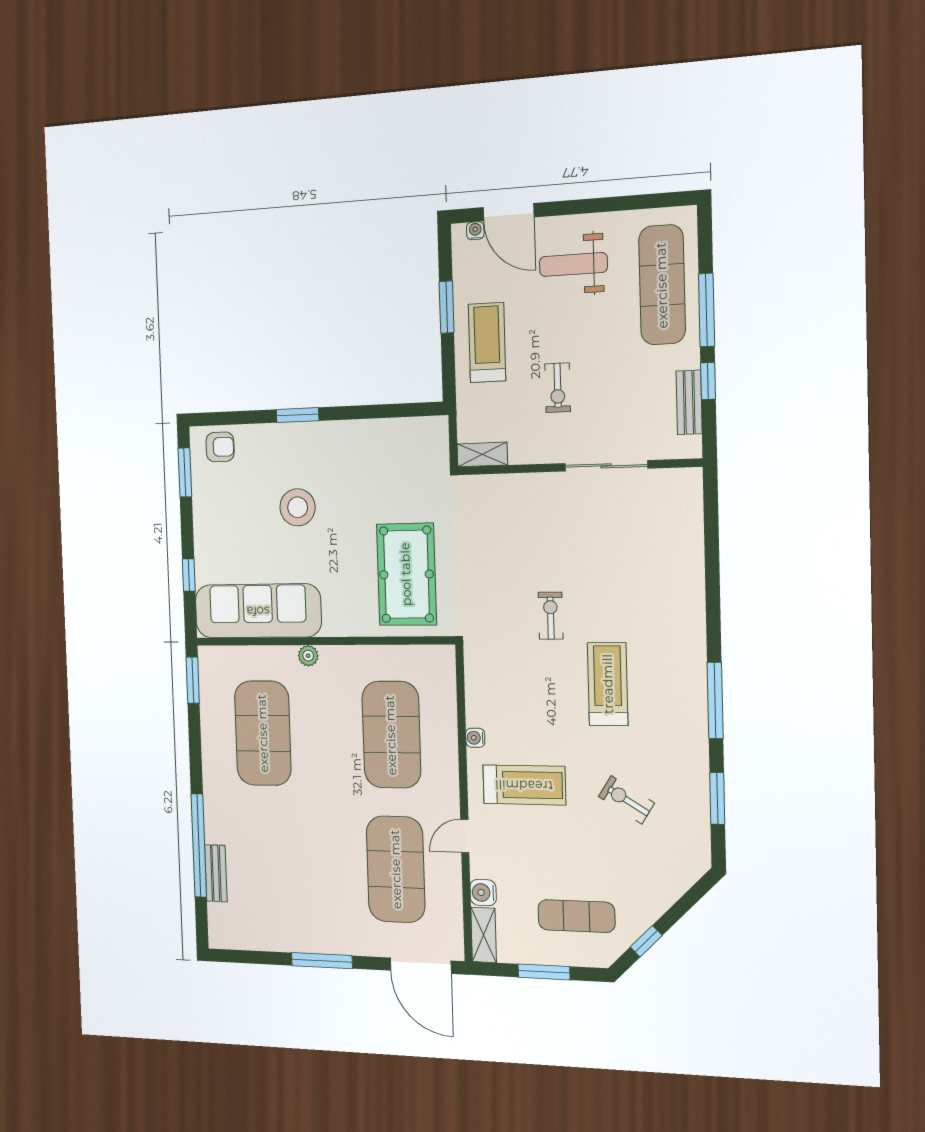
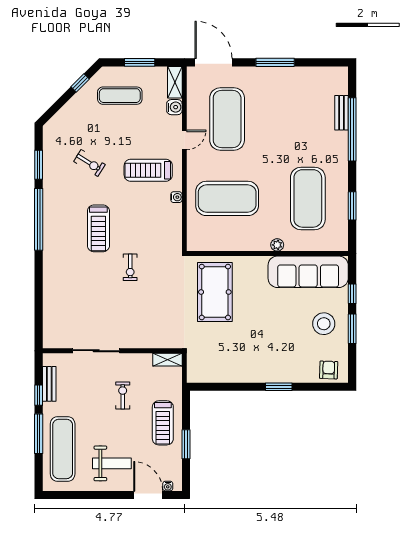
armchair: (220, 447) -> (329, 370), turned 92
window: (185, 473) -> (352, 329), moved
stool: (298, 507) -> (324, 324), moved
window: (193, 680) -> (352, 206), moved
window: (715, 700) -> (39, 219), width x1.46
exercise mat: (391, 735) -> (227, 198), turned 90

